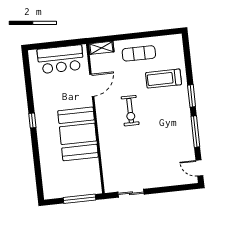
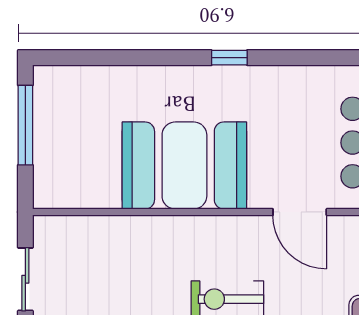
window: (79, 199) -> (25, 125), moved

